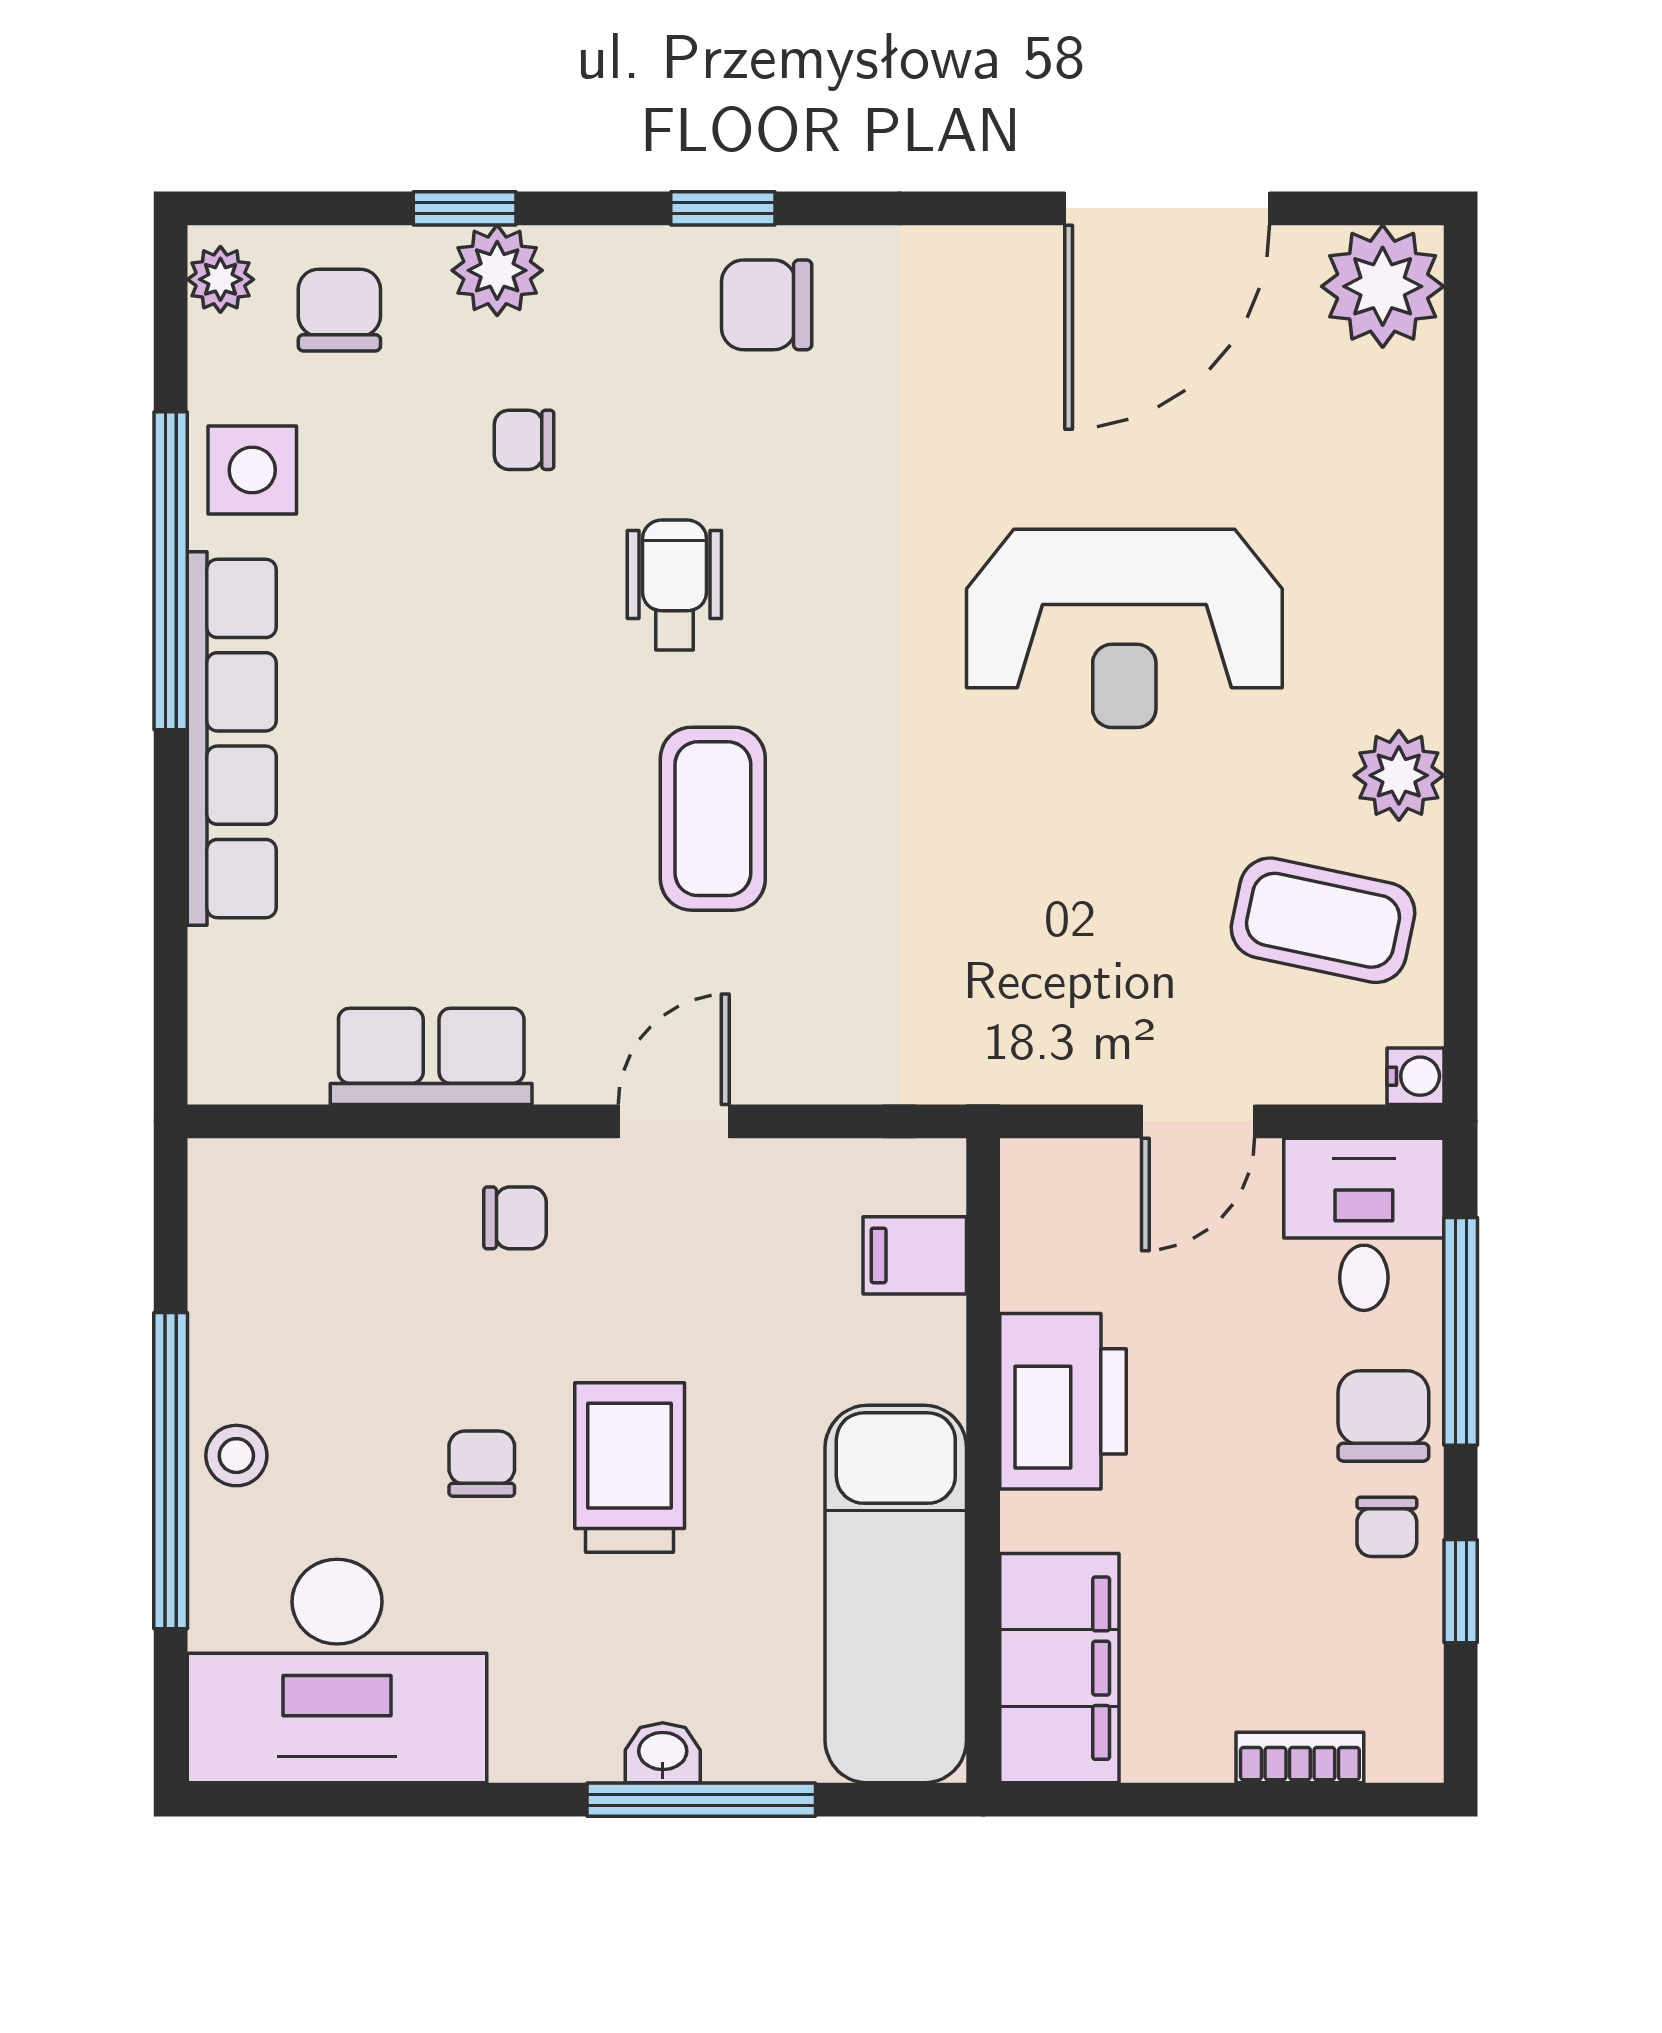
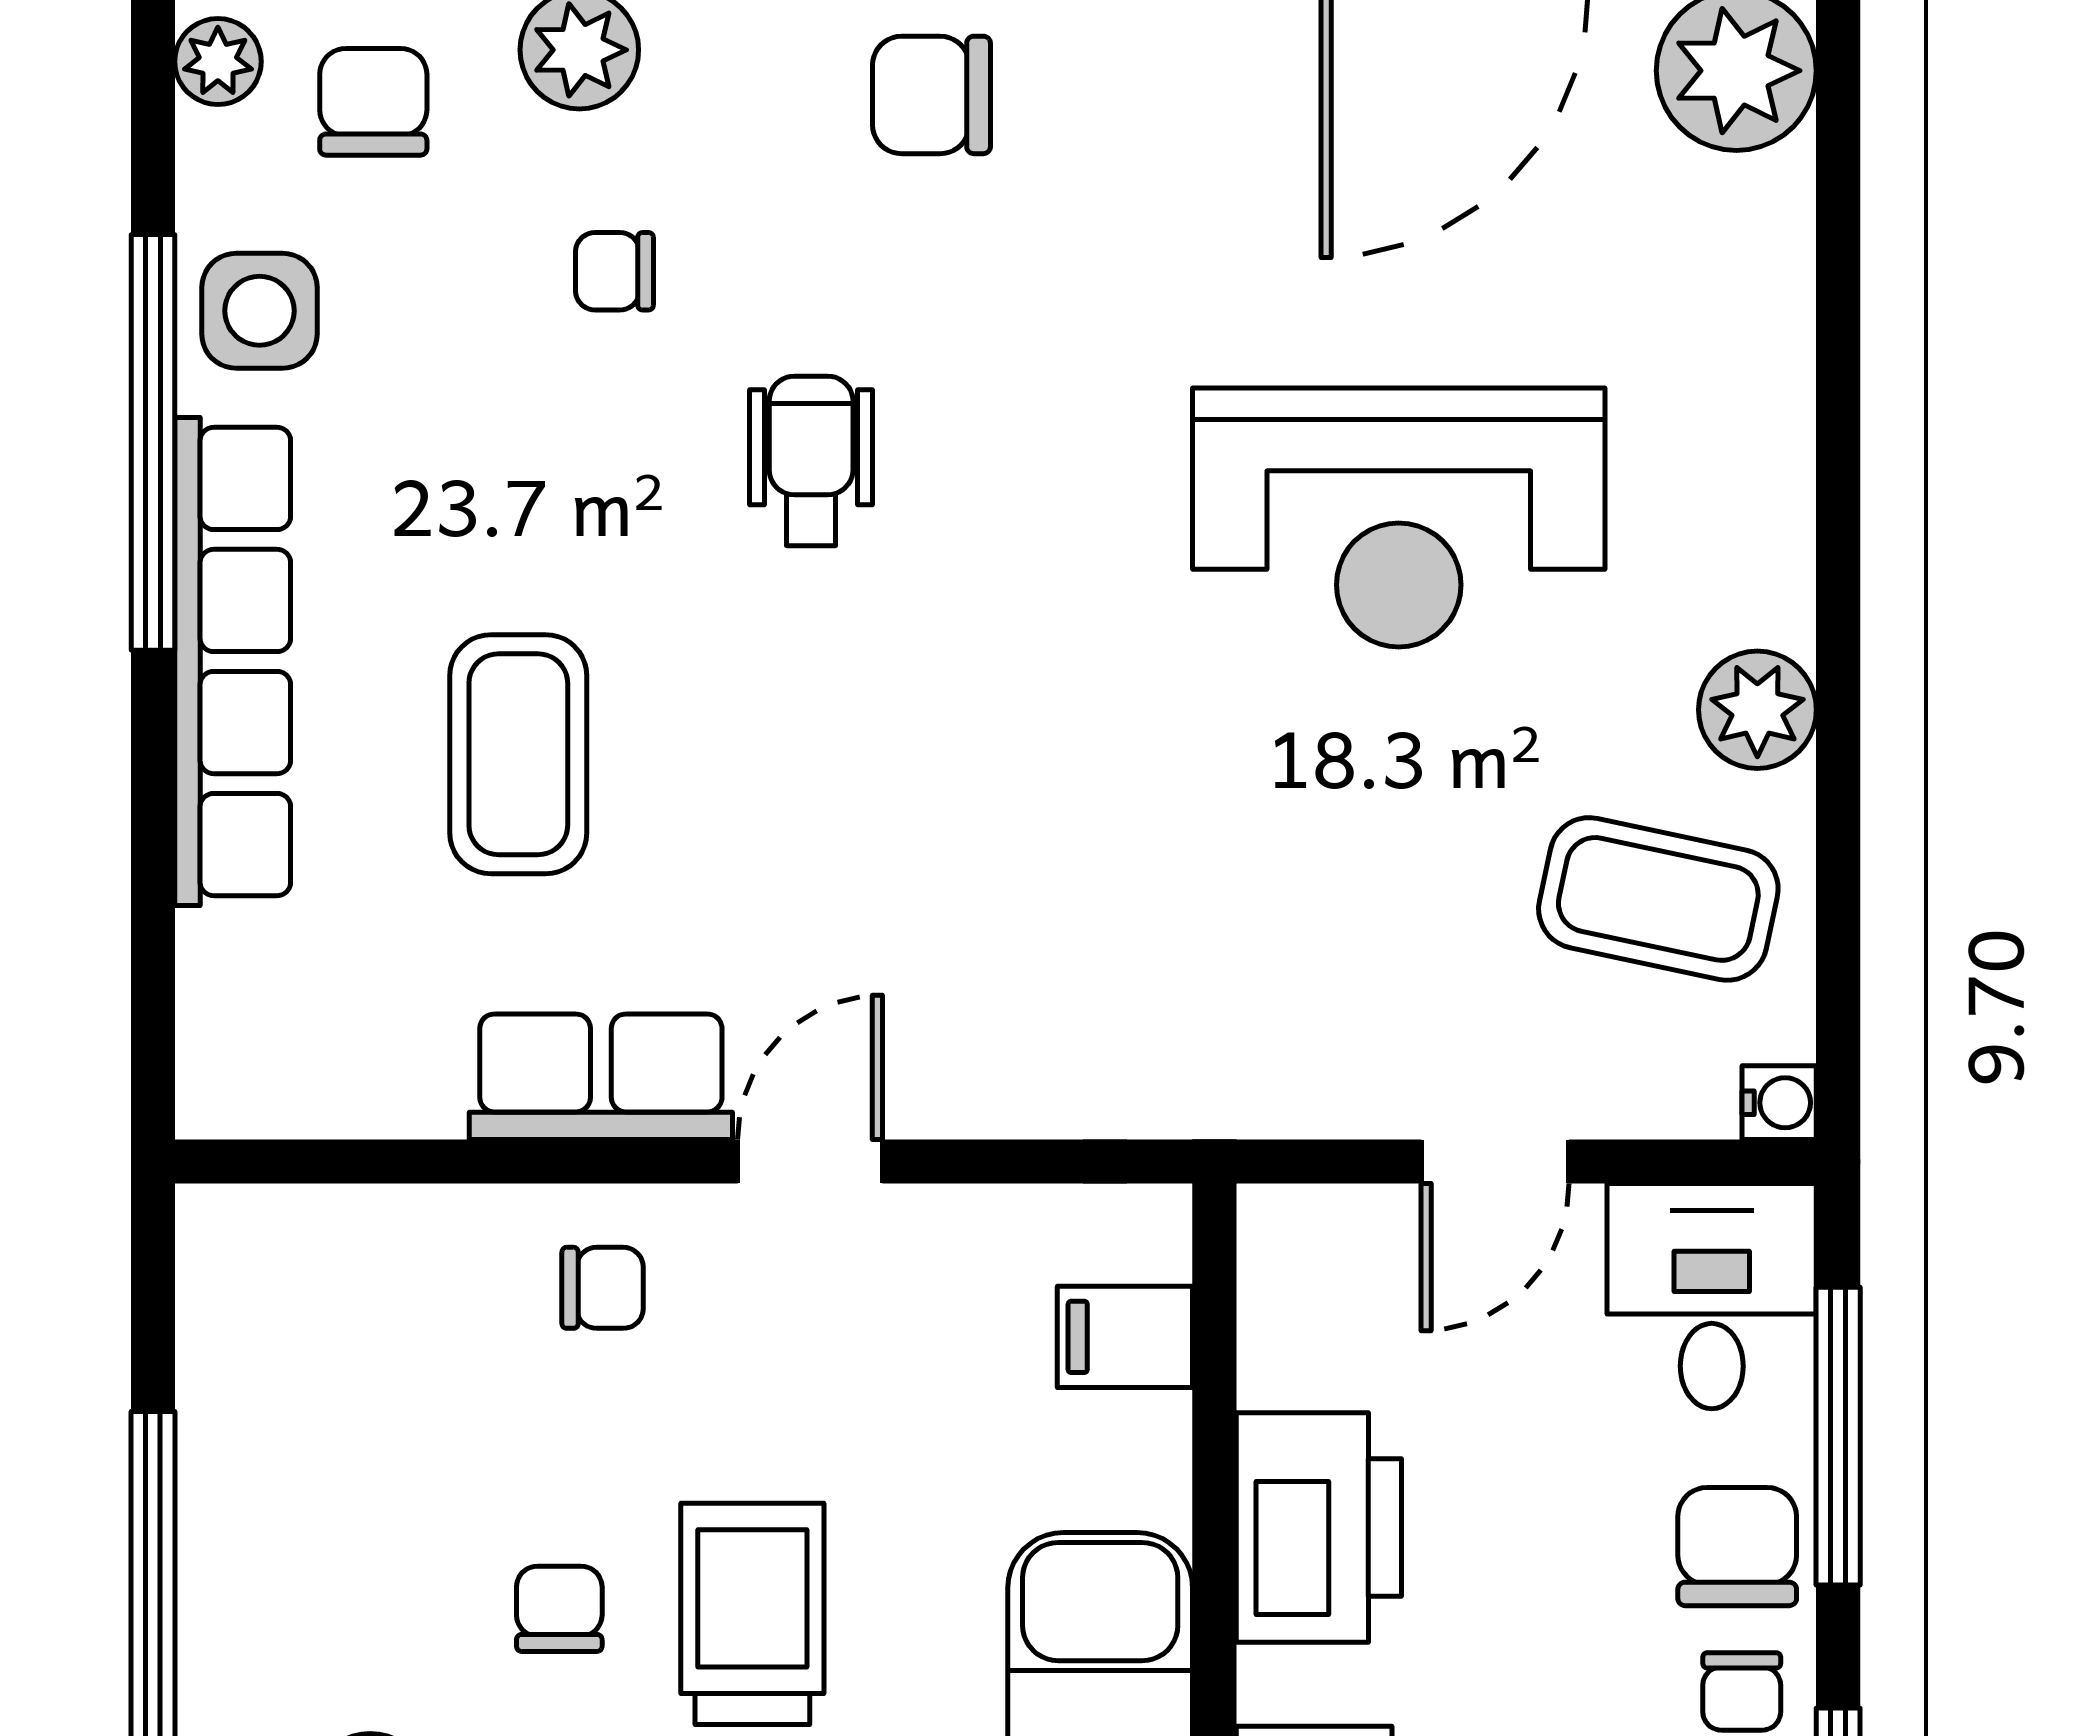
coffee table: (713, 819) -> (518, 754), moved
row of seats: (431, 1056) -> (601, 1077), moved
stool: (236, 1456) -> (239, 1598), removed

